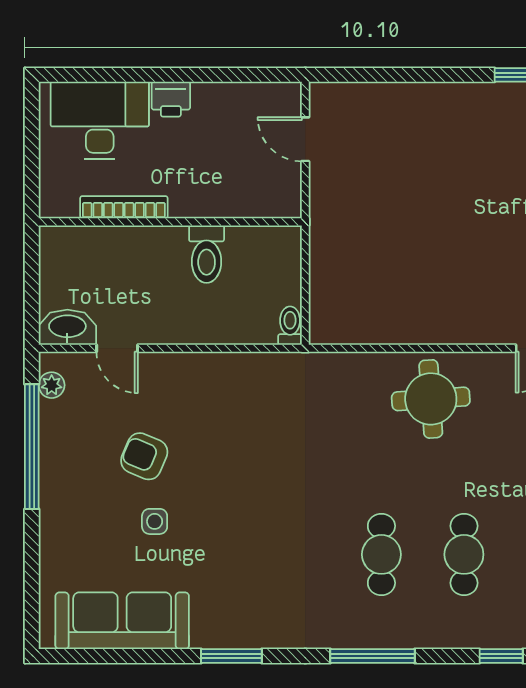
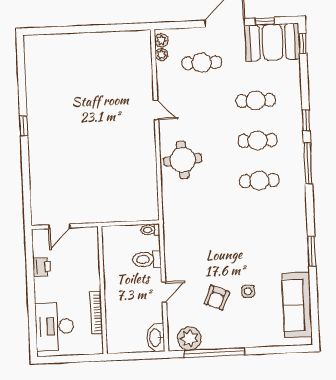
printer: (171, 99) -> (42, 267), moved
toilet: (207, 254) -> (147, 259), moved, turned 180
door: (117, 348) -> (164, 292), moved
plant: (52, 385) -> (189, 339), width x1.87, depth x1.87
window: (372, 656) -> (308, 163), moved

